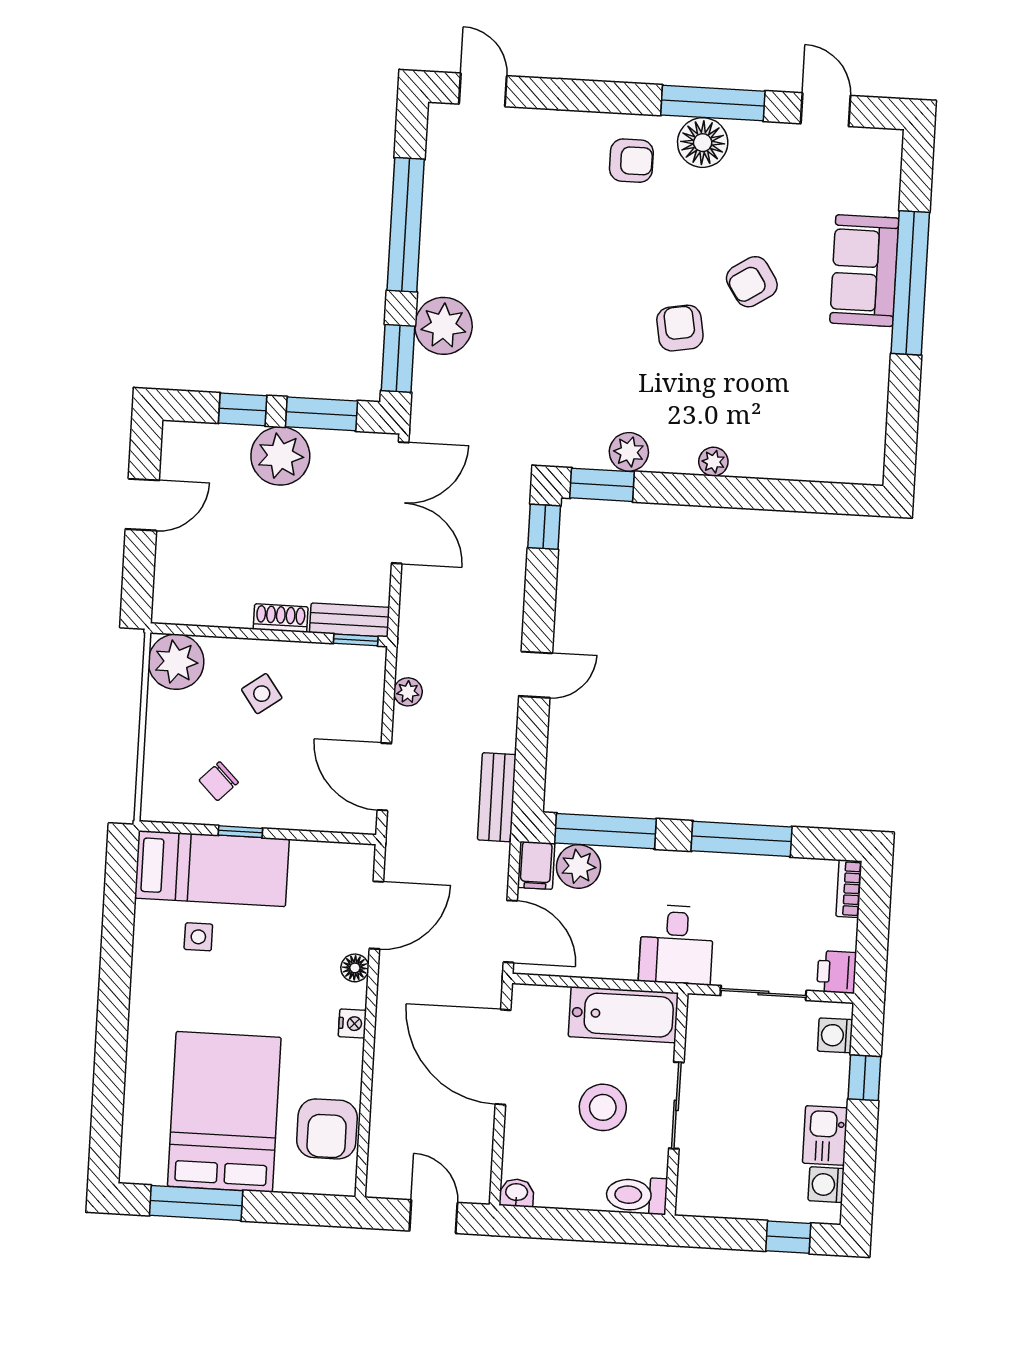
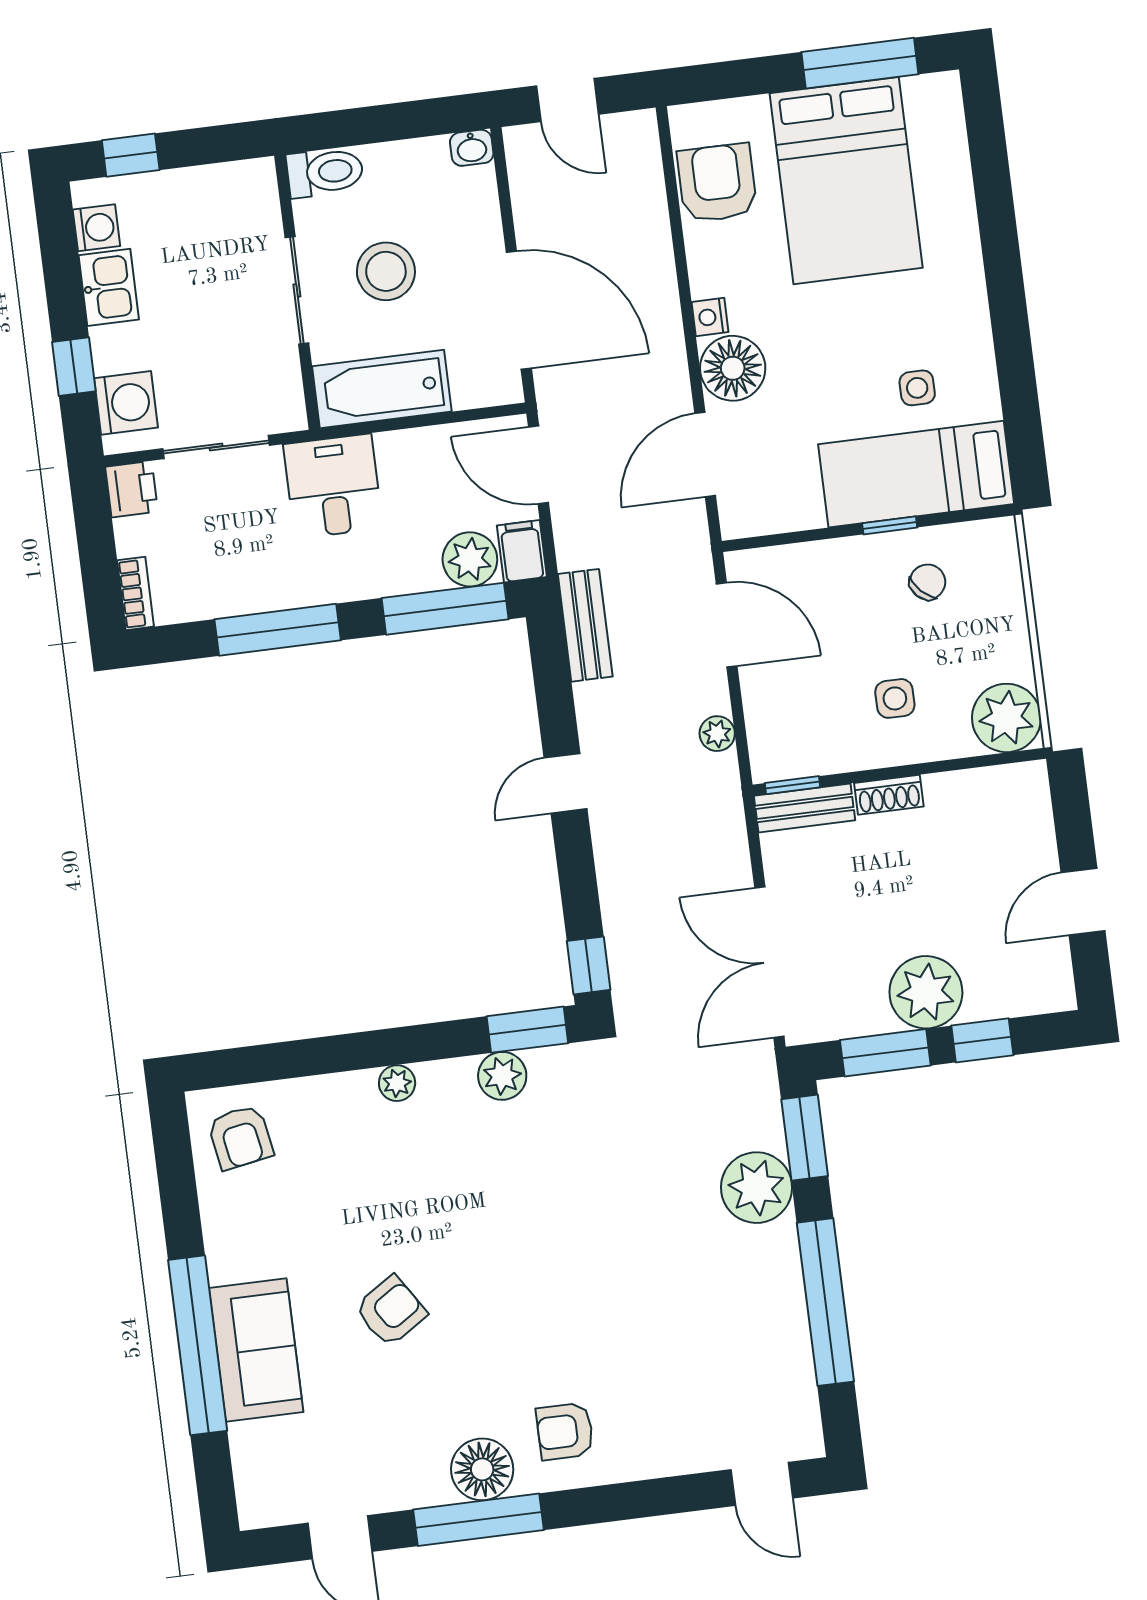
armchair: (680, 328) -> (240, 1137), moved
side table: (262, 694) -> (895, 698), turned 36
floor lamp: (355, 968) -> (733, 368), width x1.89, depth x1.89
washing machine: (835, 1035) -> (126, 403), width x1.38, depth x1.38

